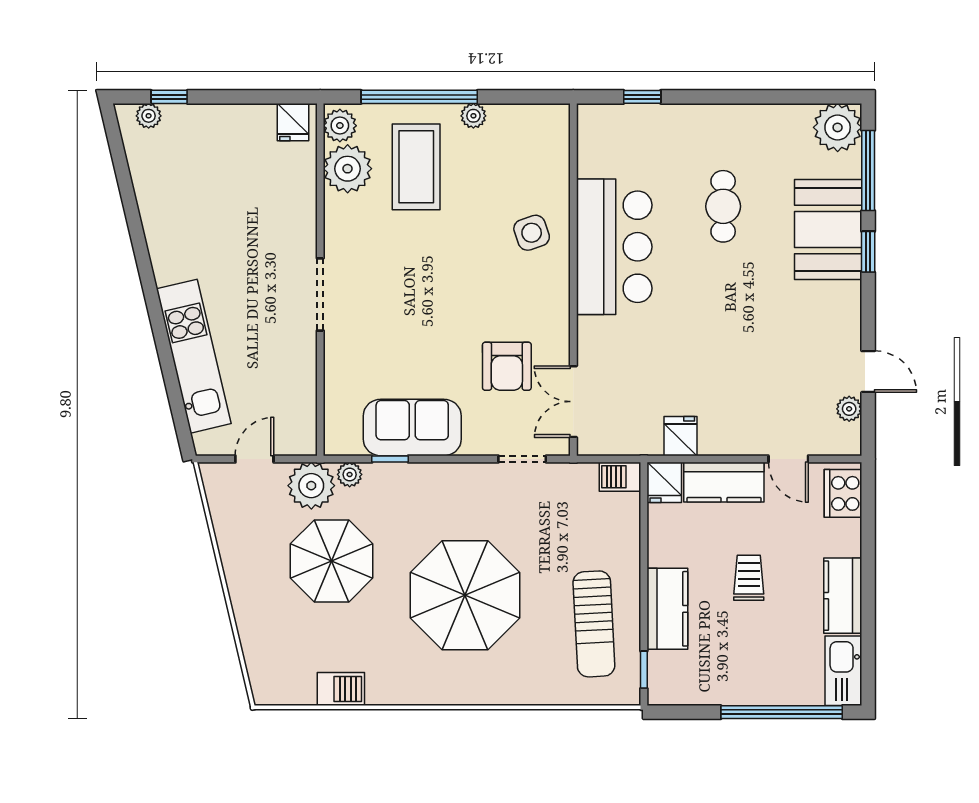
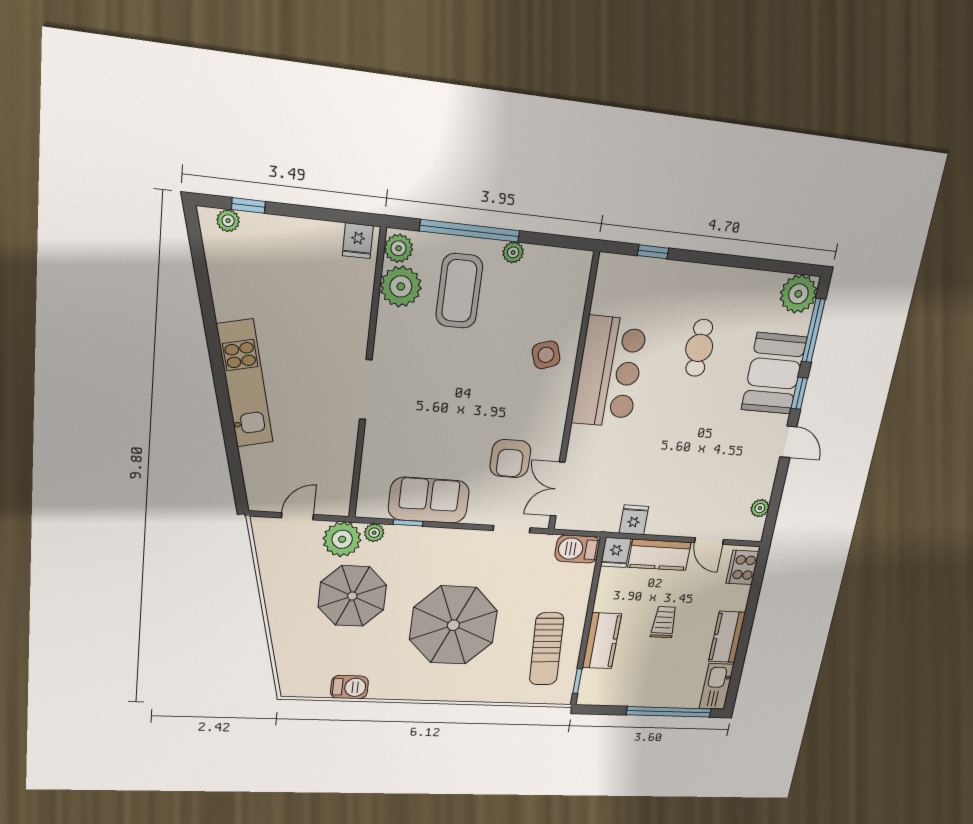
kitchen unit: (194, 356) -> (245, 384), moved
door: (868, 372) -> (788, 442), moved
barbecue: (620, 477) -> (577, 549), width x1.38, depth x1.27

